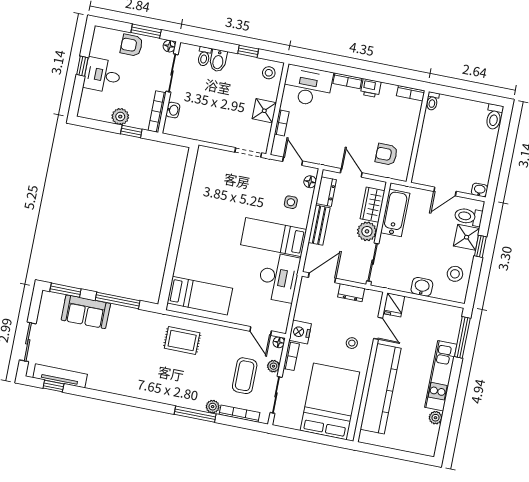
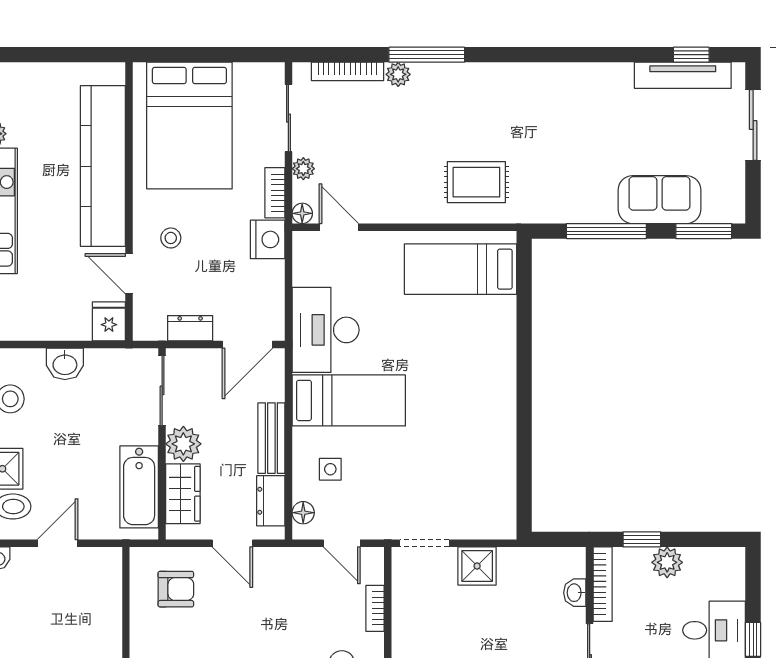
shower: (264, 111) -> (477, 566), moved
coffee table: (245, 376) -> (352, 141), removed

